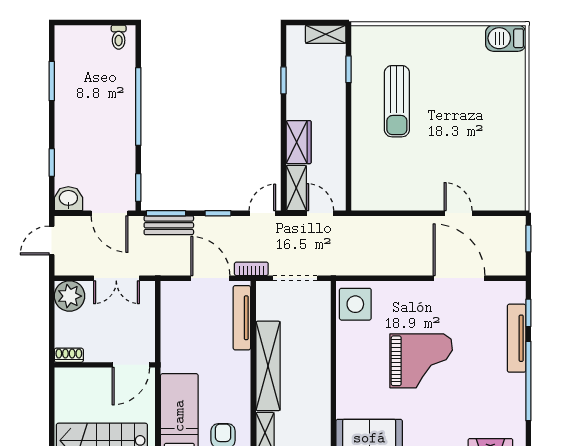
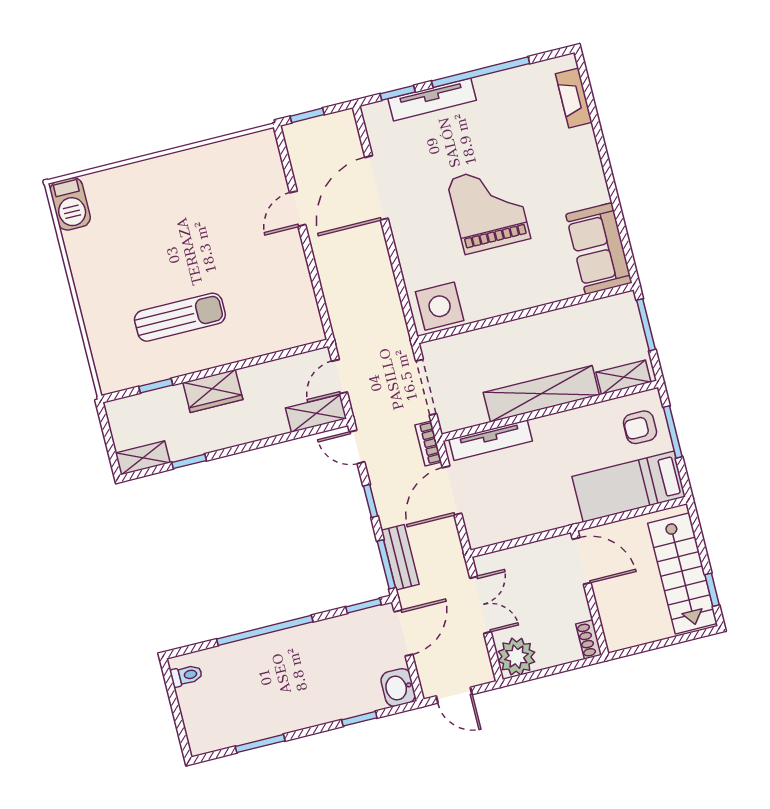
shelving: (326, 34) -> (143, 458), moved, turned 90
wardrobe: (299, 142) -> (213, 391), moved, turned 180

